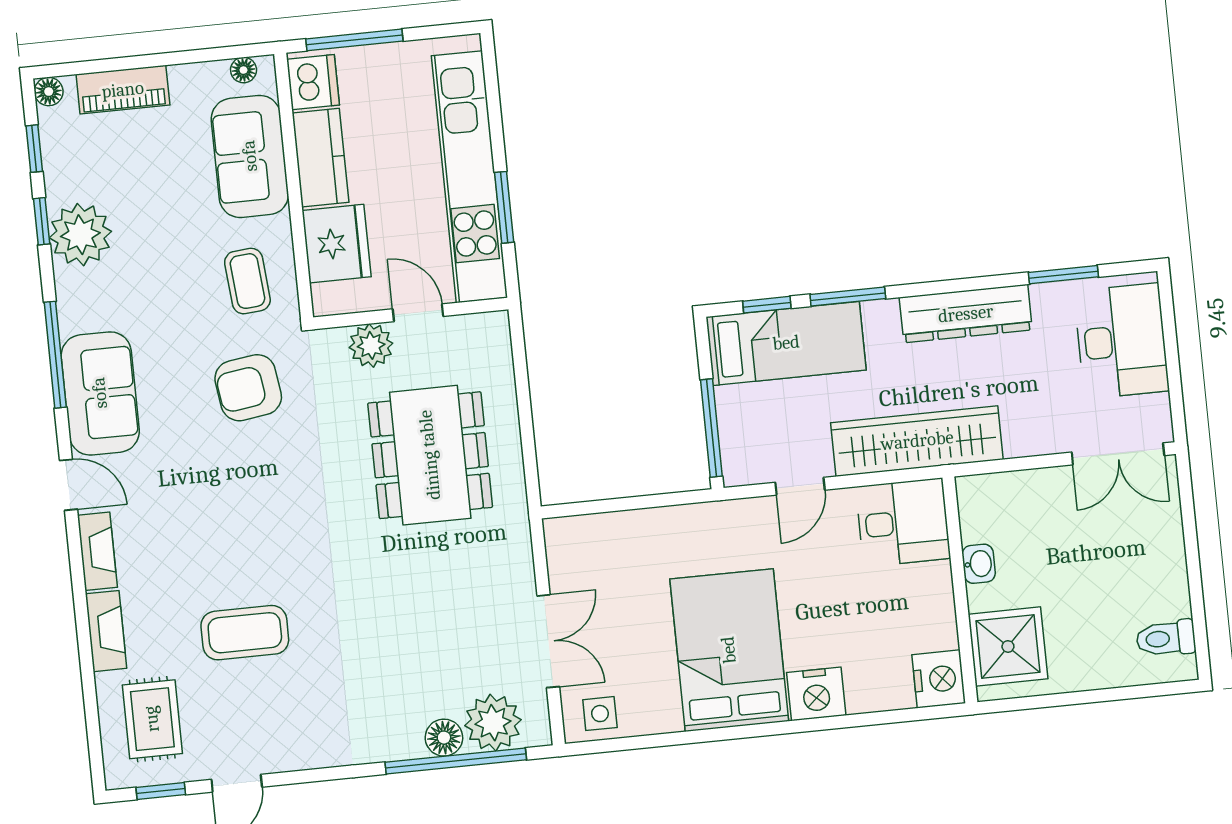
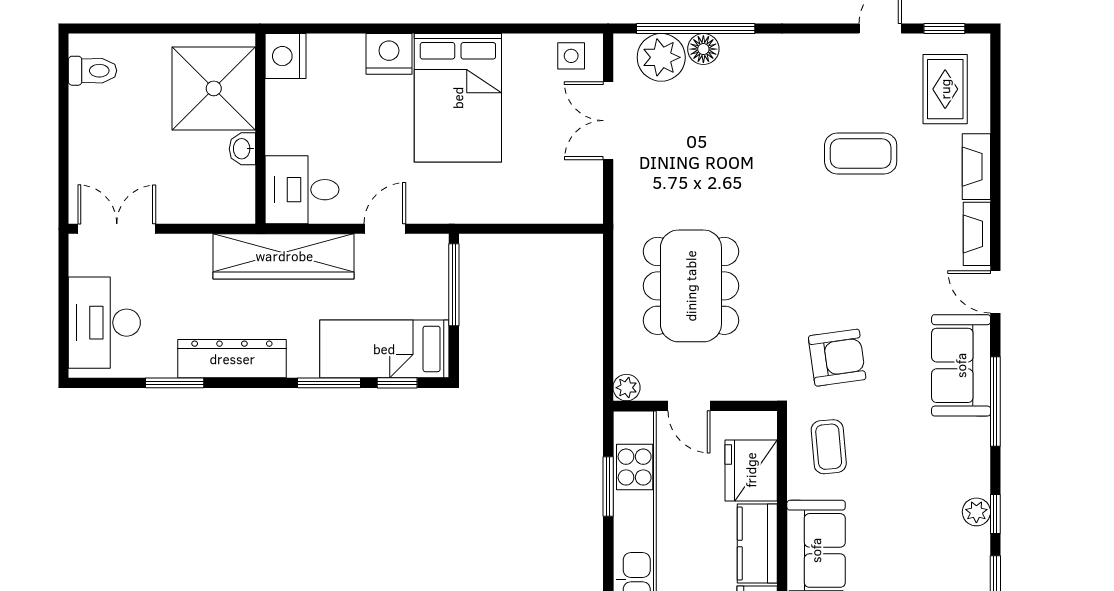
plant: (80, 235) -> (976, 512), width x0.53, depth x0.53
window: (1063, 275) -> (175, 383), moved
plant: (371, 345) -> (626, 388), moved, width x0.73, depth x0.73
shower: (1008, 646) -> (214, 88), width x1.37, depth x1.37

